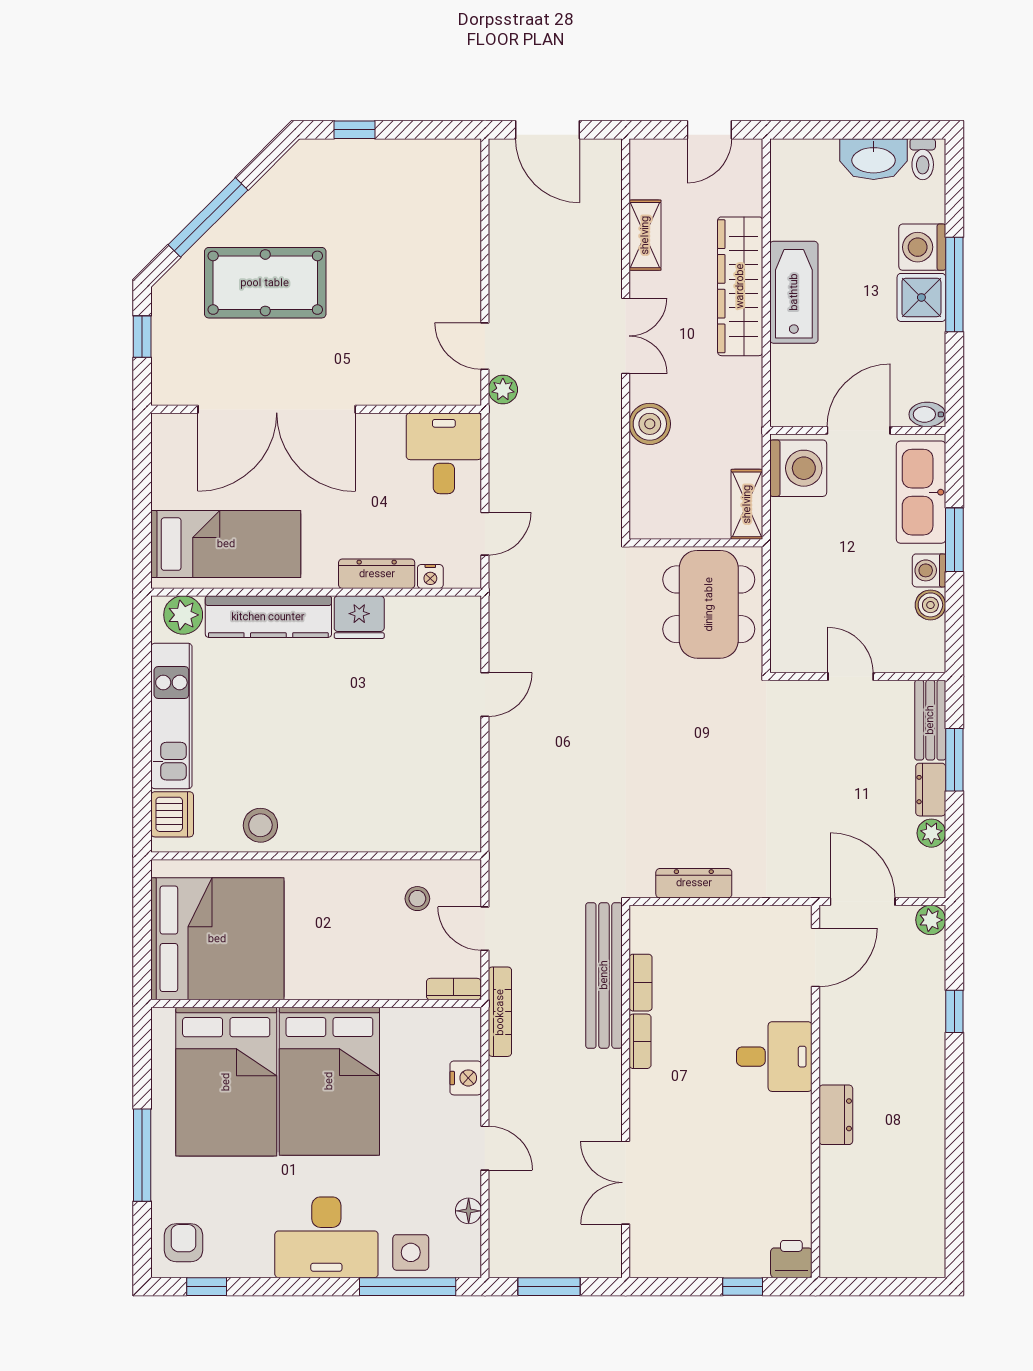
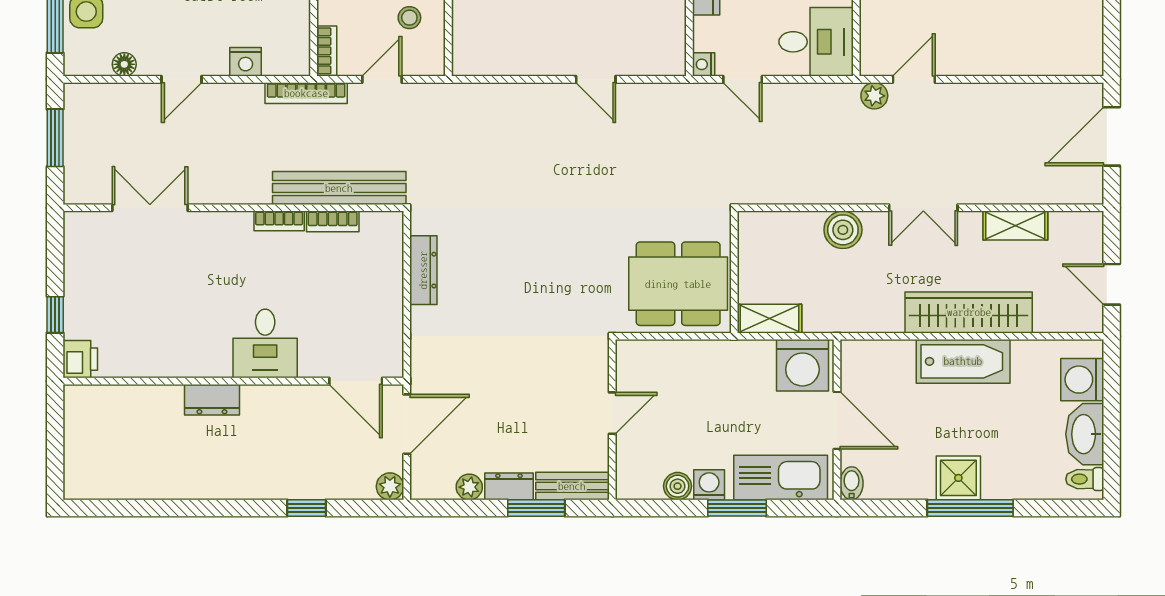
washing machine: (922, 247) -> (1082, 380), moved, turned -90
nightstand: (430, 576) -> (704, 64), moved

